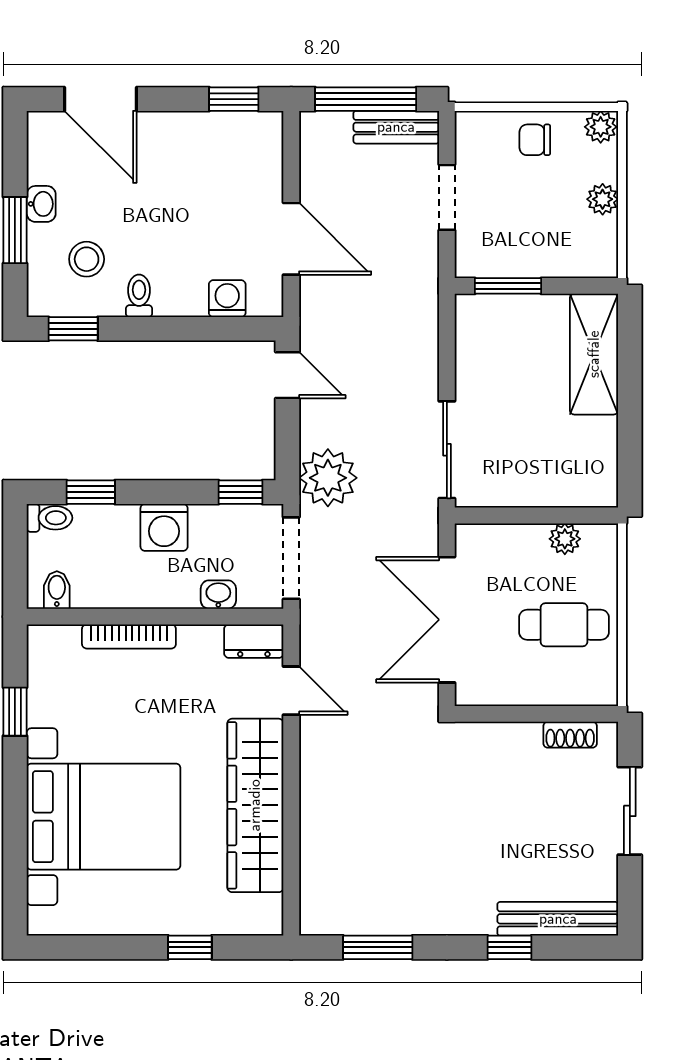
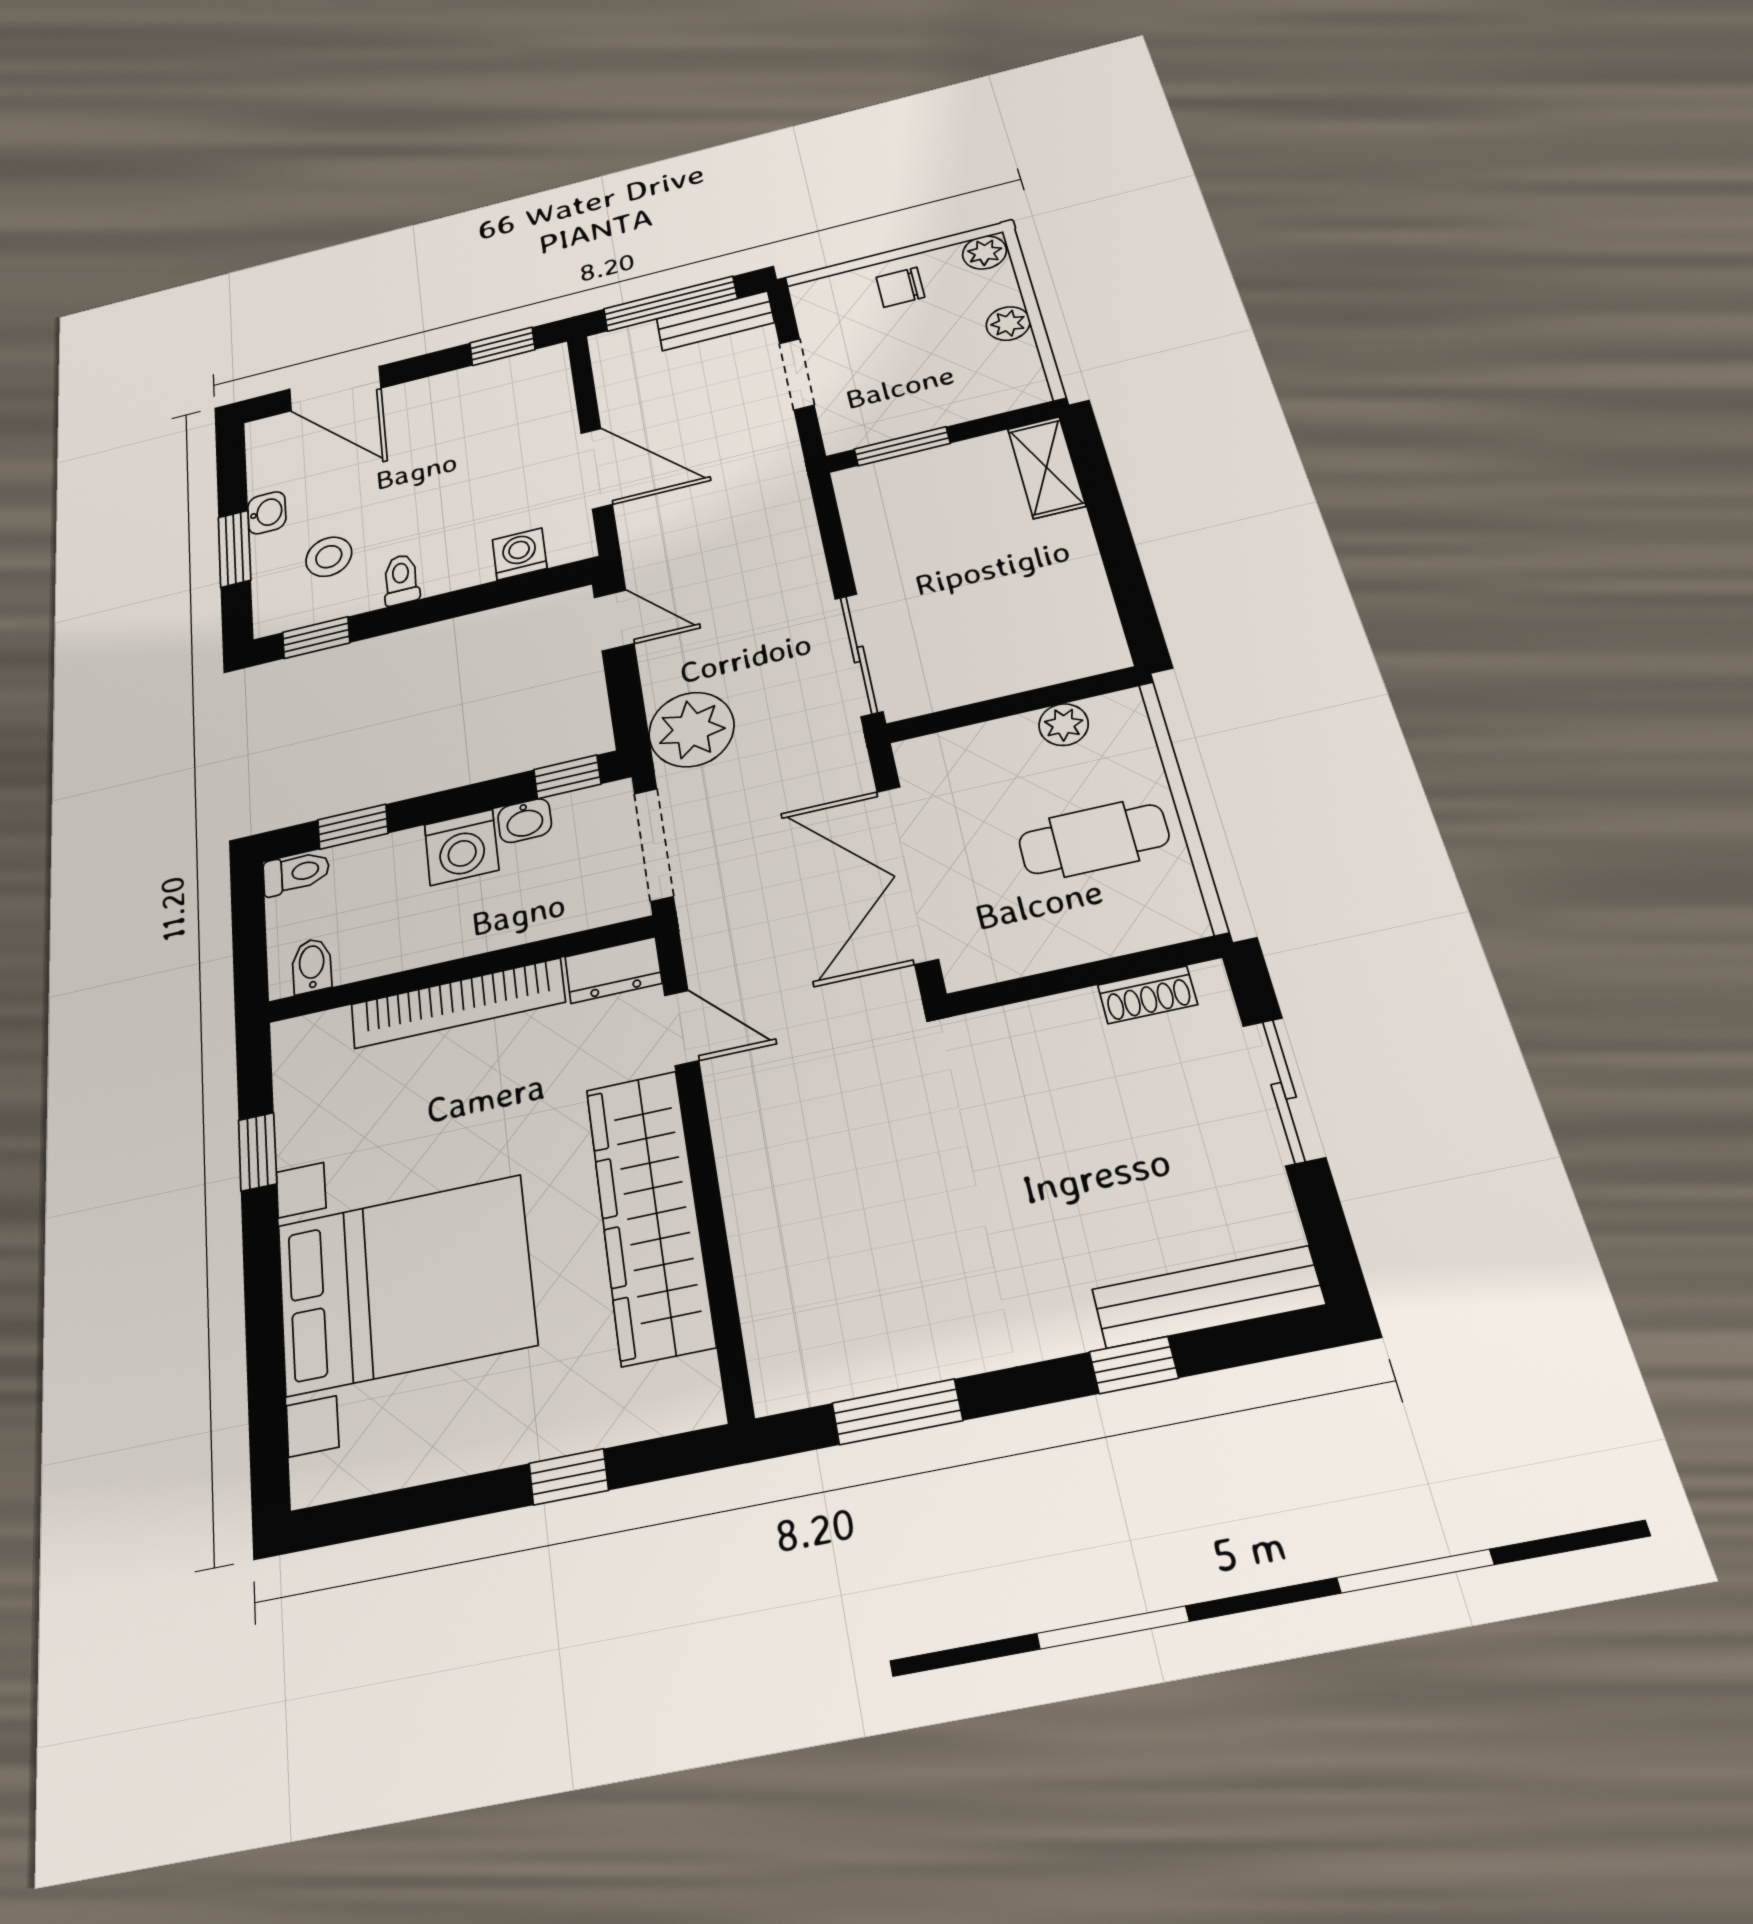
shelving: (594, 354) -> (1046, 467), width x0.67, depth x0.75
washbasin: (218, 595) -> (525, 821), moved, turned 180
bookcase: (129, 636) -> (458, 1003), width x1.48, depth x1.31

